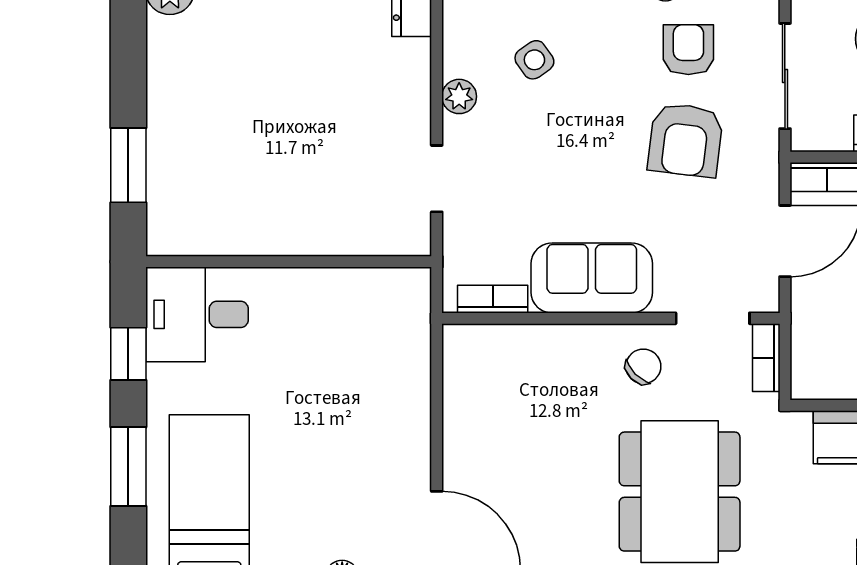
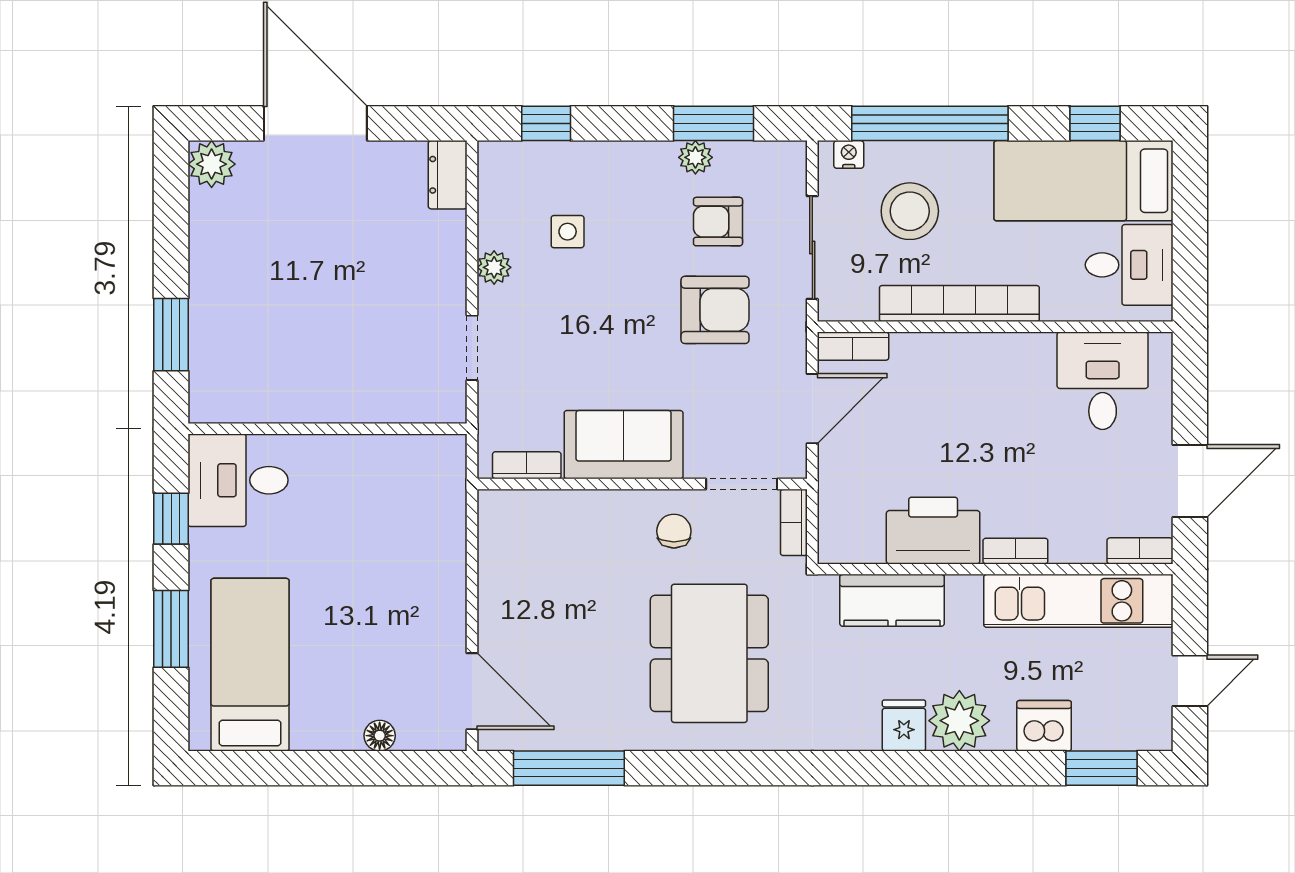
armchair: (688, 50) -> (718, 222), turned -90
side table: (534, 60) -> (568, 232), turned 35
armchair: (685, 140) -> (715, 310), turned -97
chair: (643, 366) -> (674, 531), turned -45

